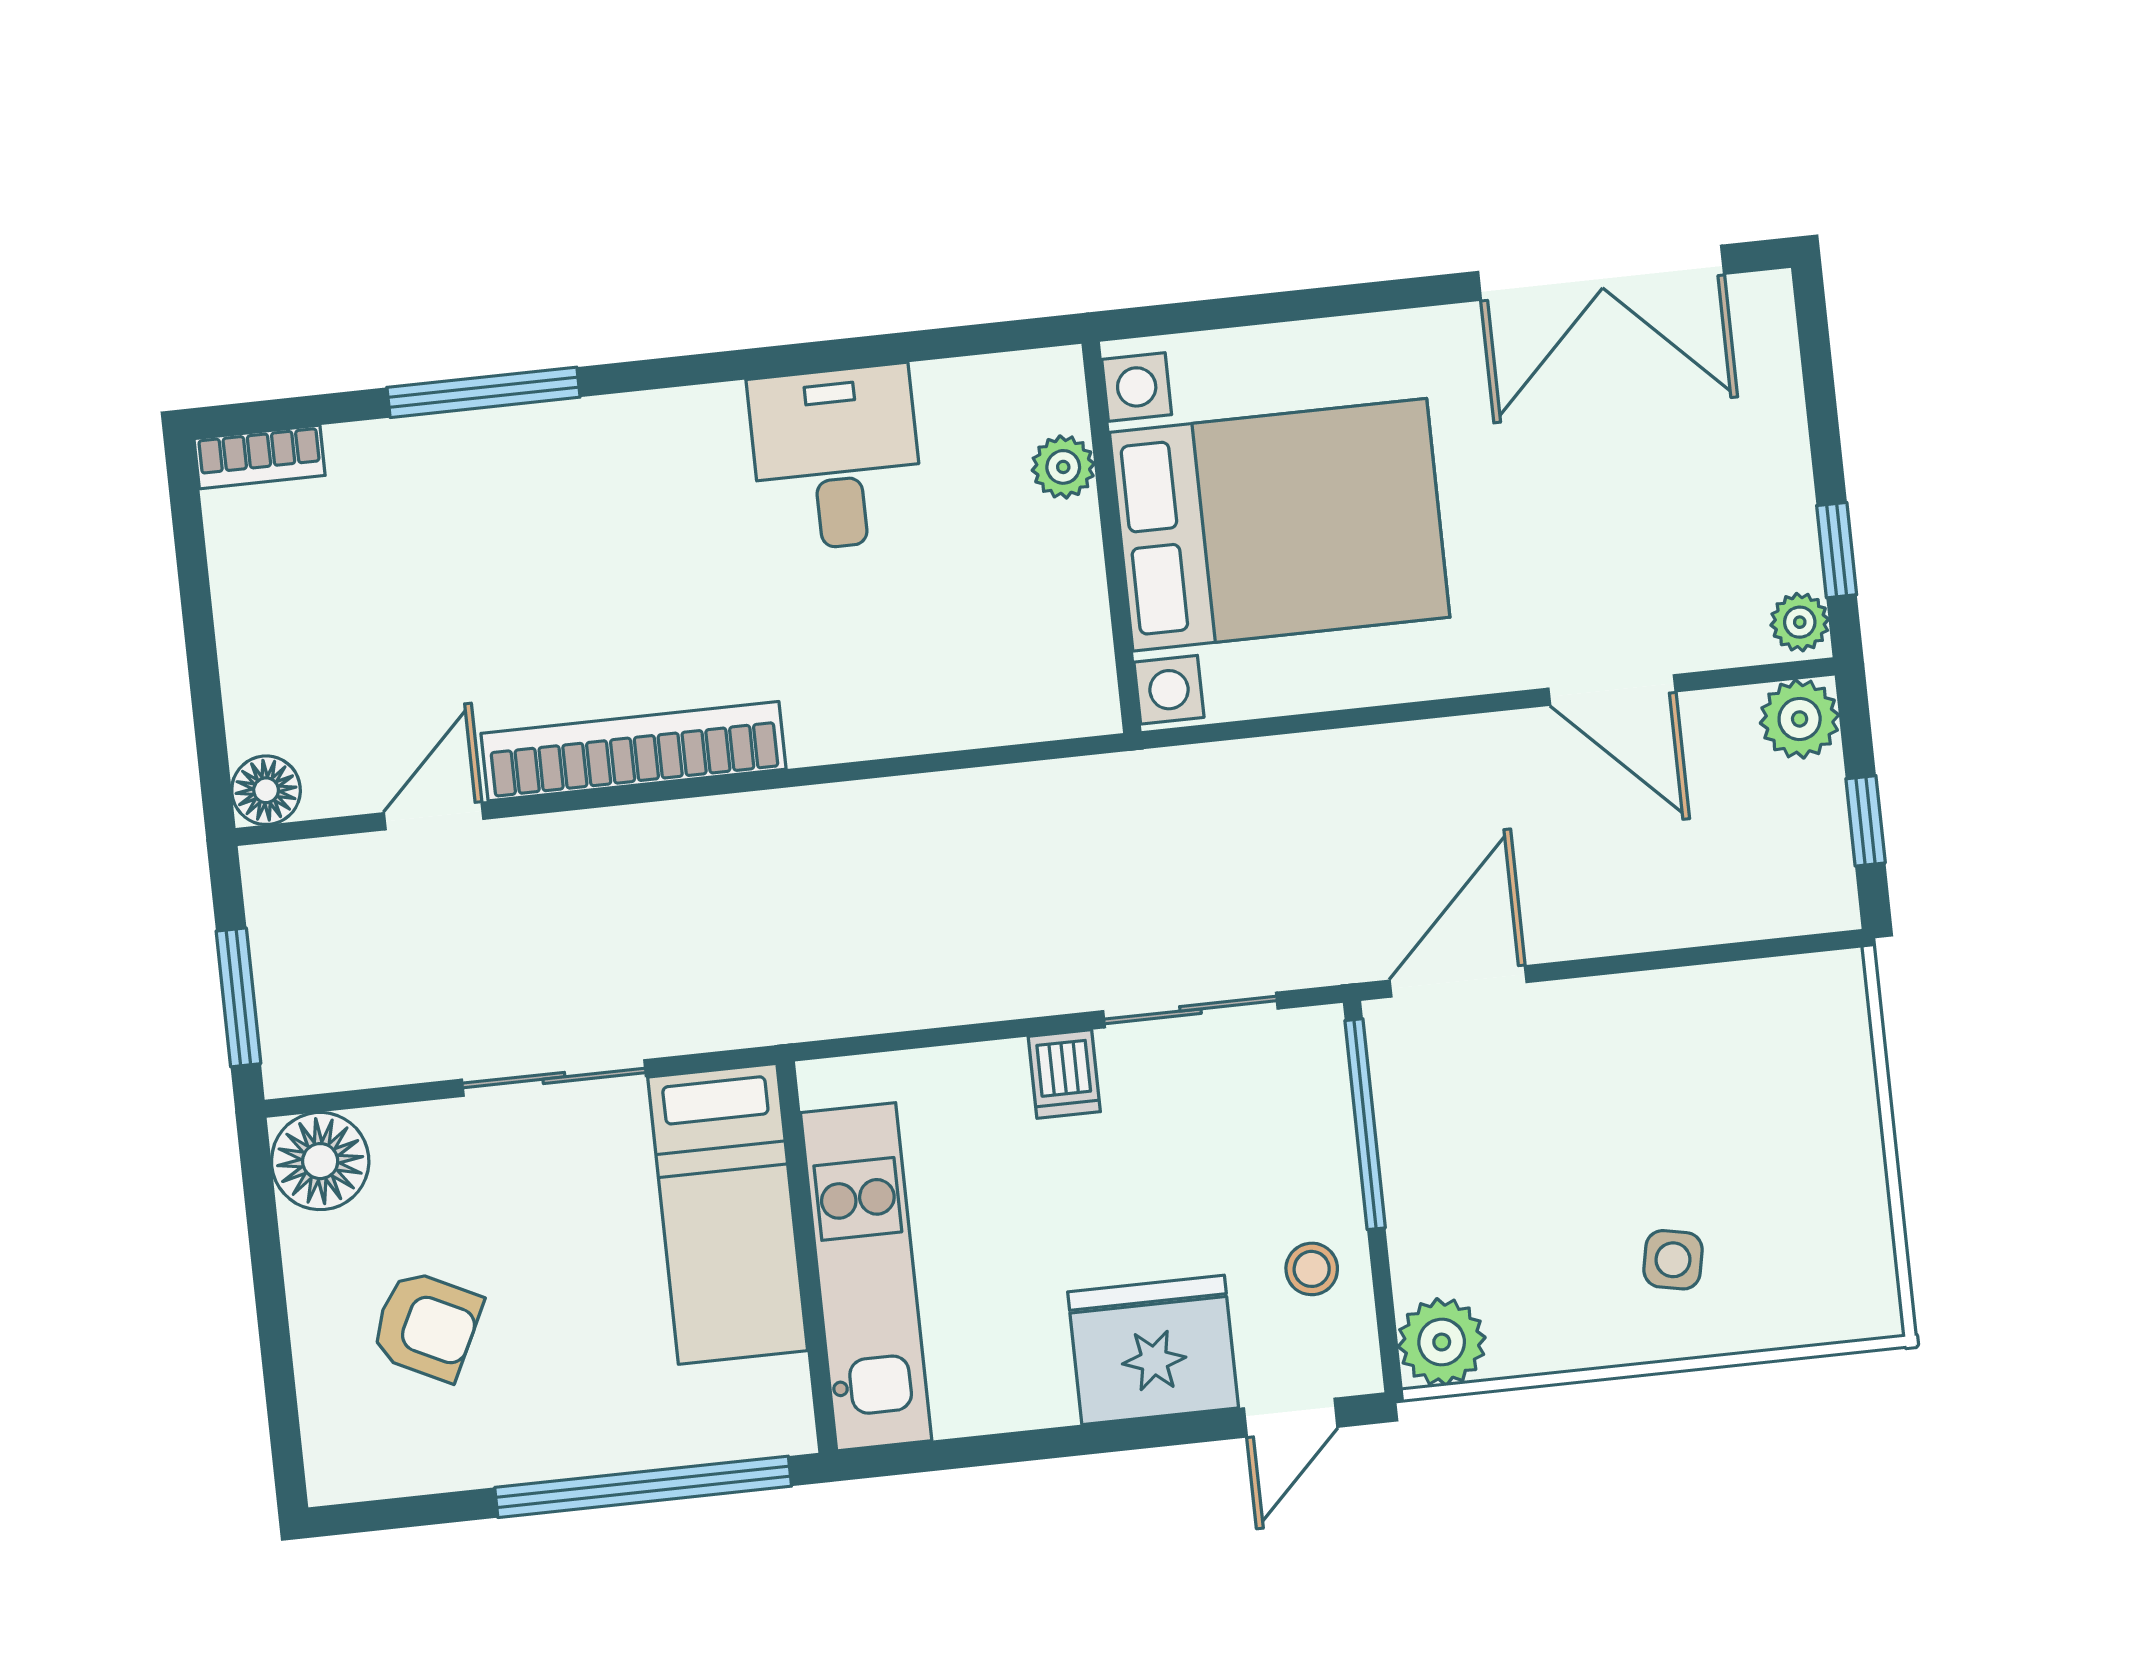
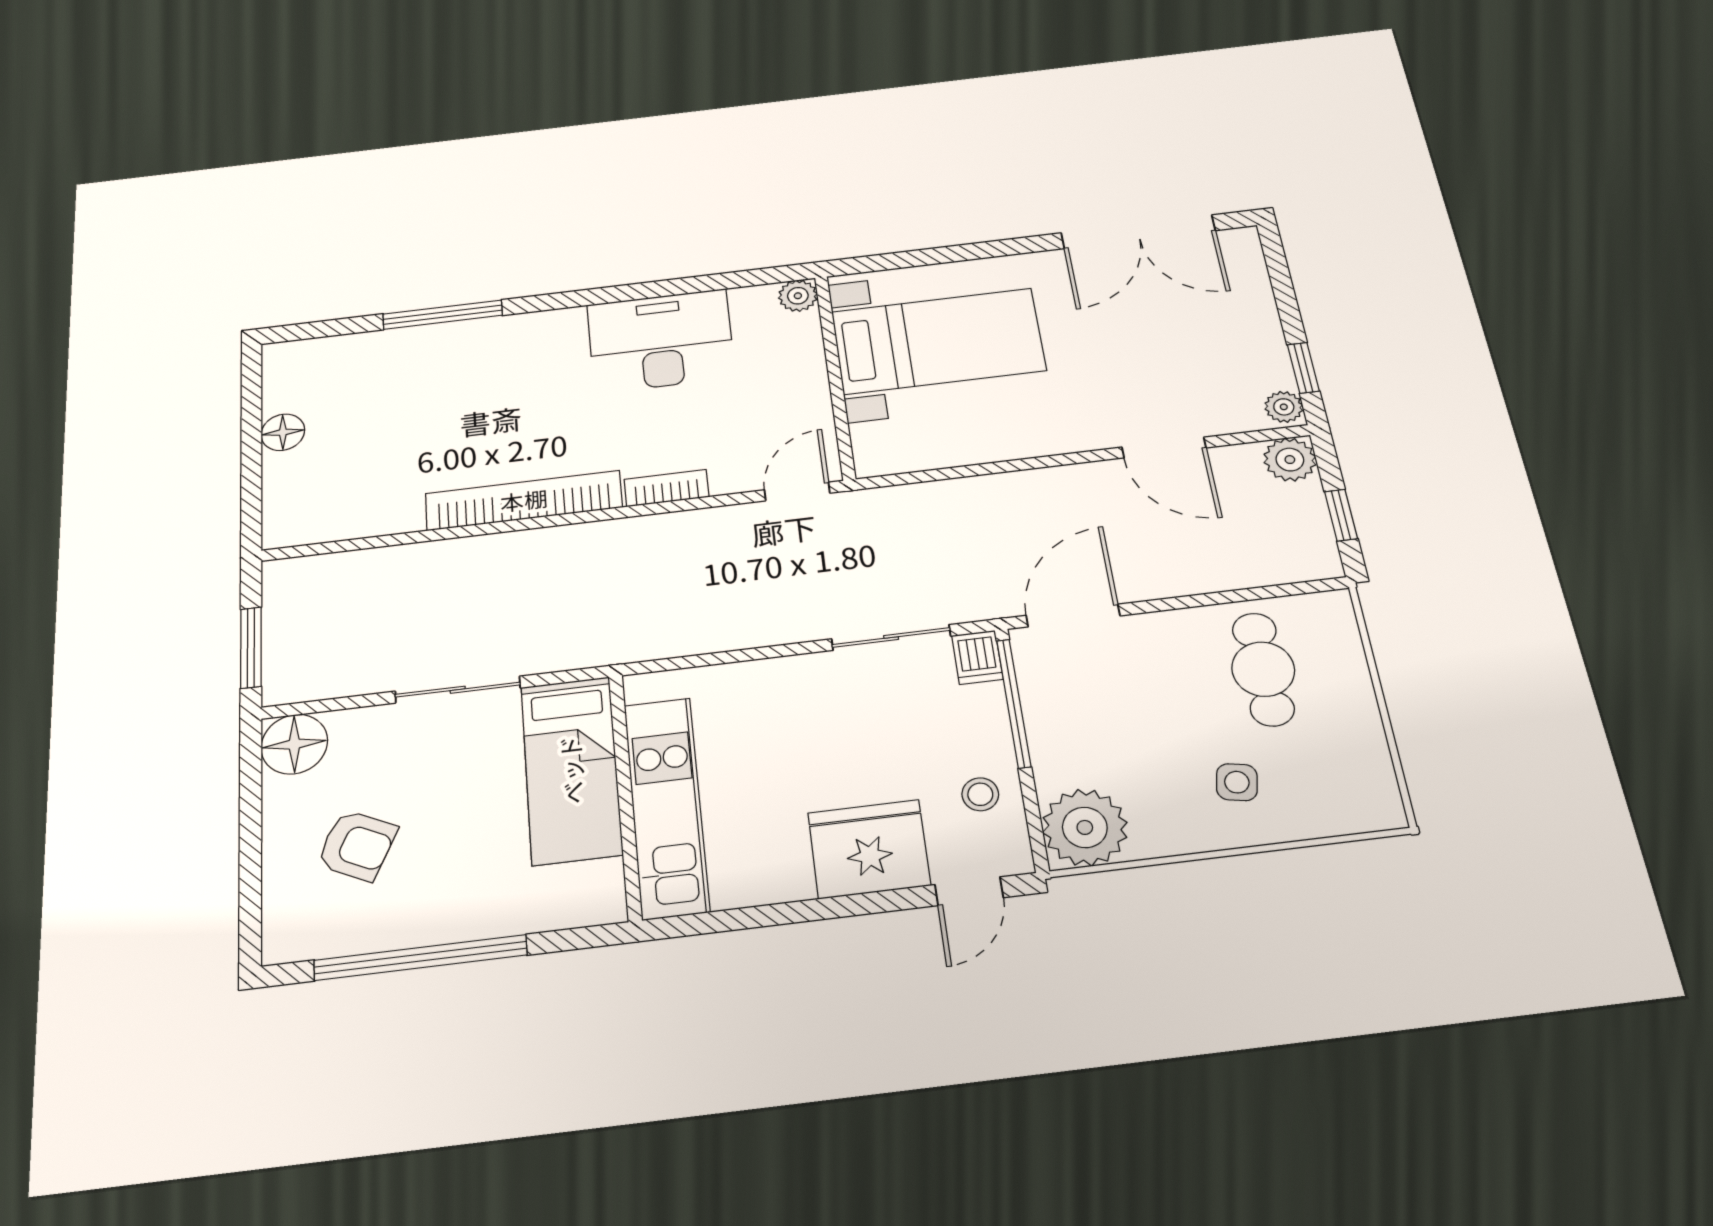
bookcase: (260, 457) -> (666, 488), moved, turned 180
desk: (836, 458) -> (661, 341), width x1.37
plant: (1063, 467) -> (798, 296), moved
bed with nightstands: (1280, 525) -> (938, 341), width x0.73
floor lamp: (266, 790) -> (283, 432), moved
door: (434, 816) -> (797, 491), moved
dishwasher: (1064, 1074) -> (977, 657), moved
cafe table: (1726, 1079) -> (1263, 669), added
plant: (1442, 1342) -> (1085, 827), width x1.36, depth x1.36
window: (643, 1487) -> (420, 958), moved

